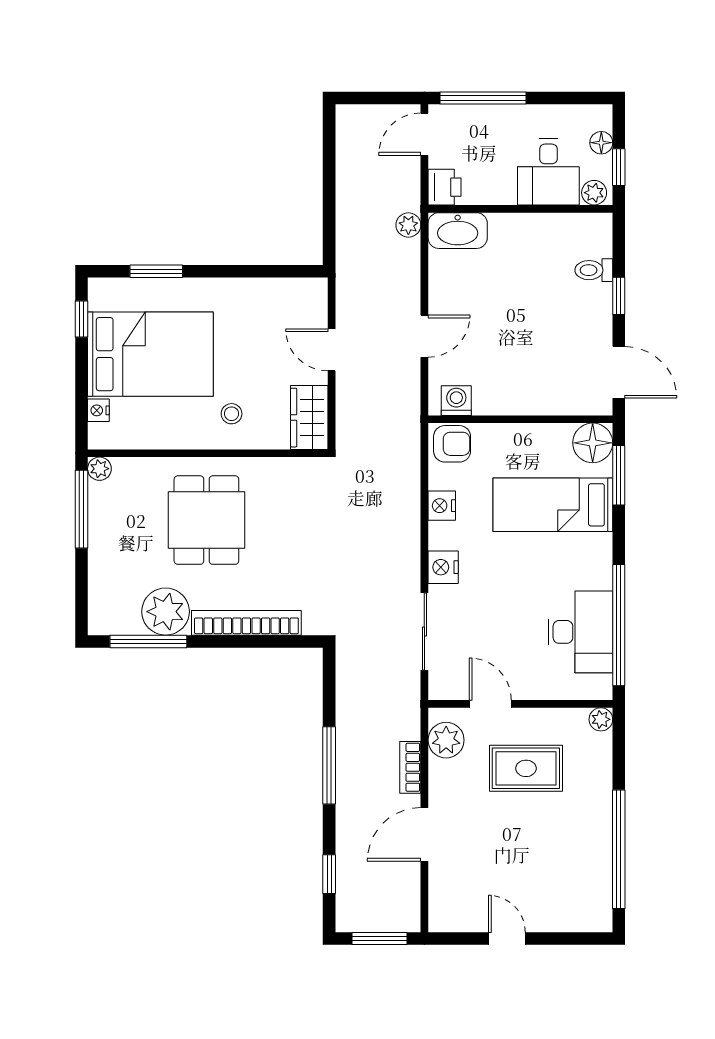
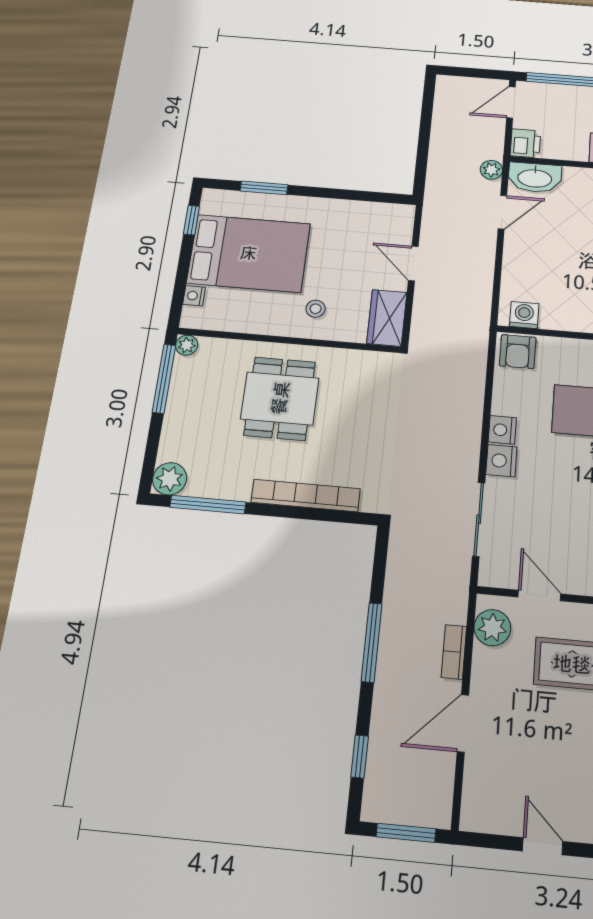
door: (424, 336) -> (502, 212), moved
armchair: (452, 444) -> (518, 352), turned 90
nightstand: (442, 506) -> (502, 430), moved
plant: (166, 612) -> (170, 479), moved, width x0.73, depth x0.73

